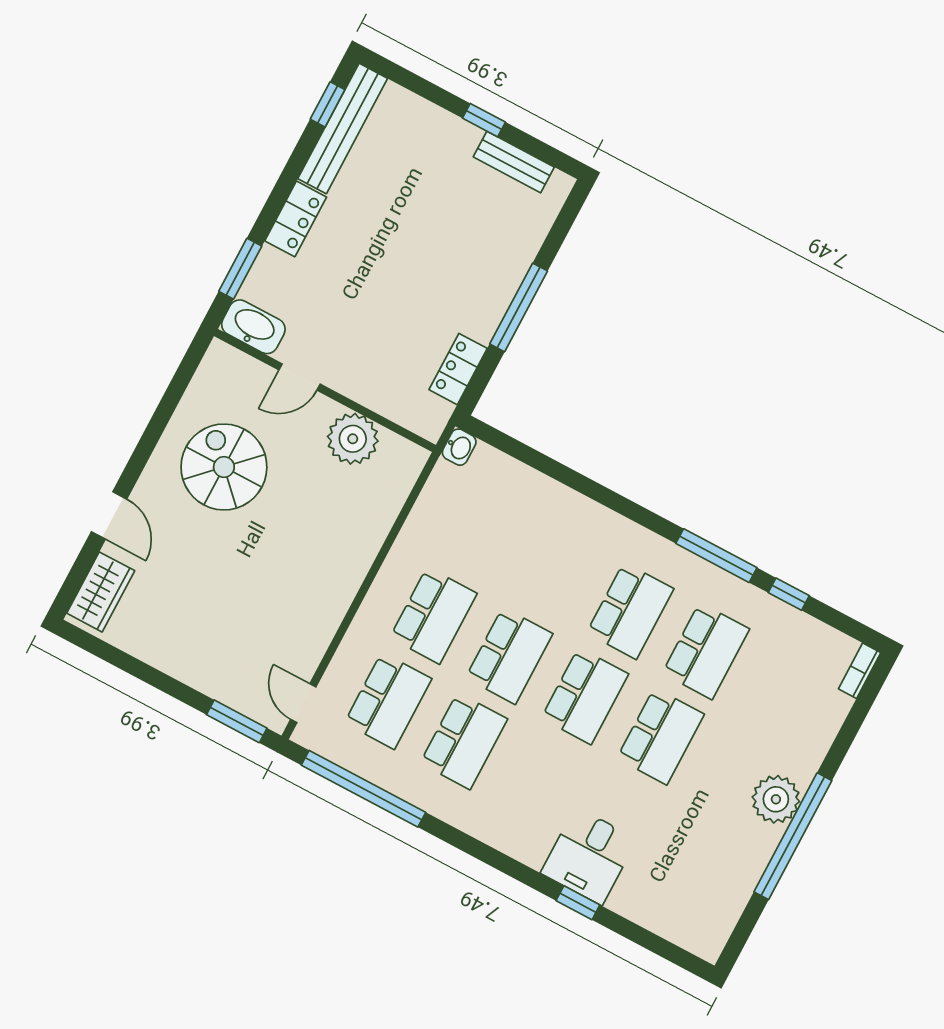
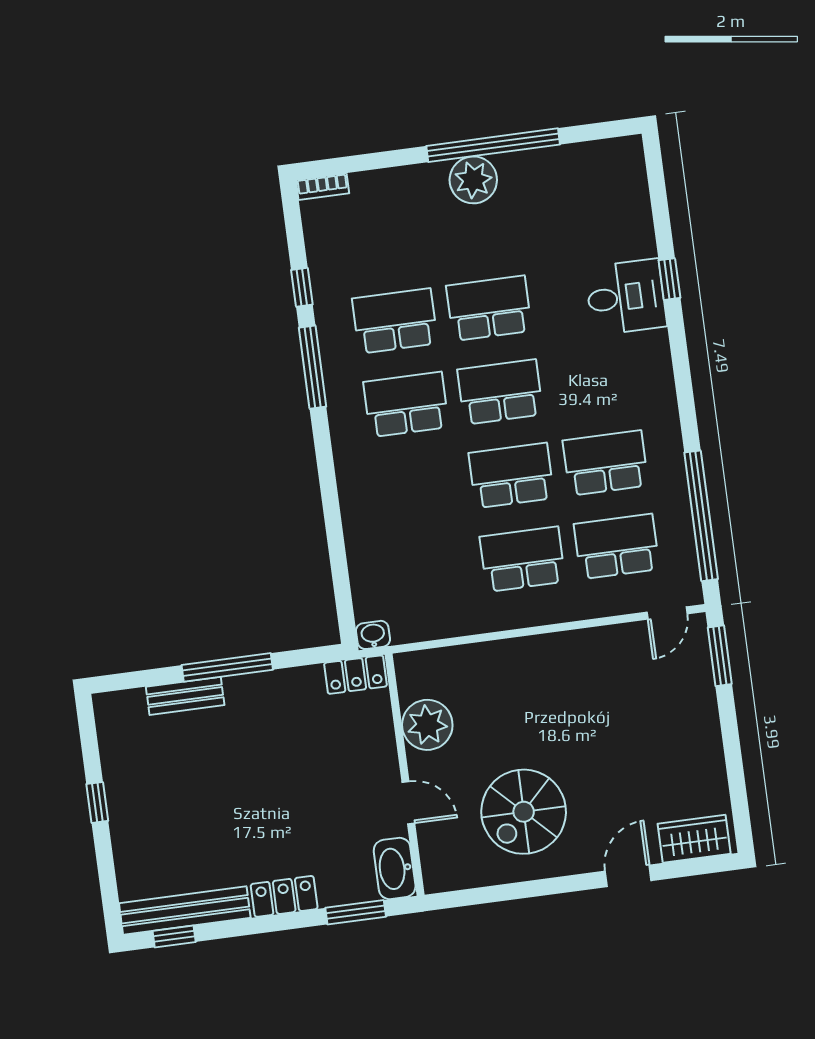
bench: (514, 162) -> (185, 696), moved, turned 90
locker: (458, 369) -> (355, 675), moved

